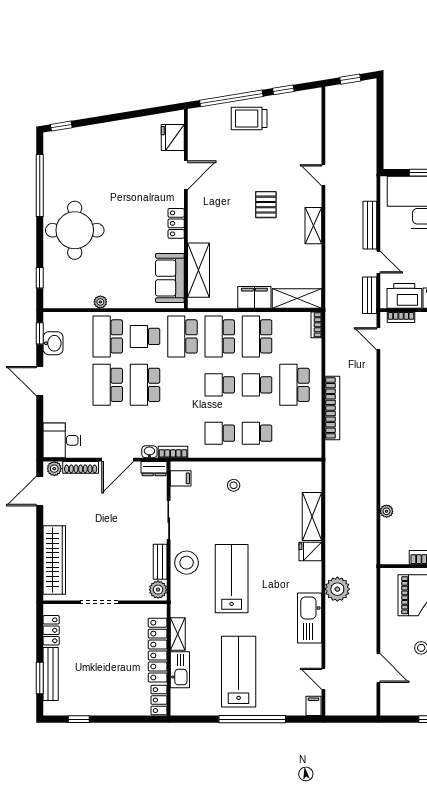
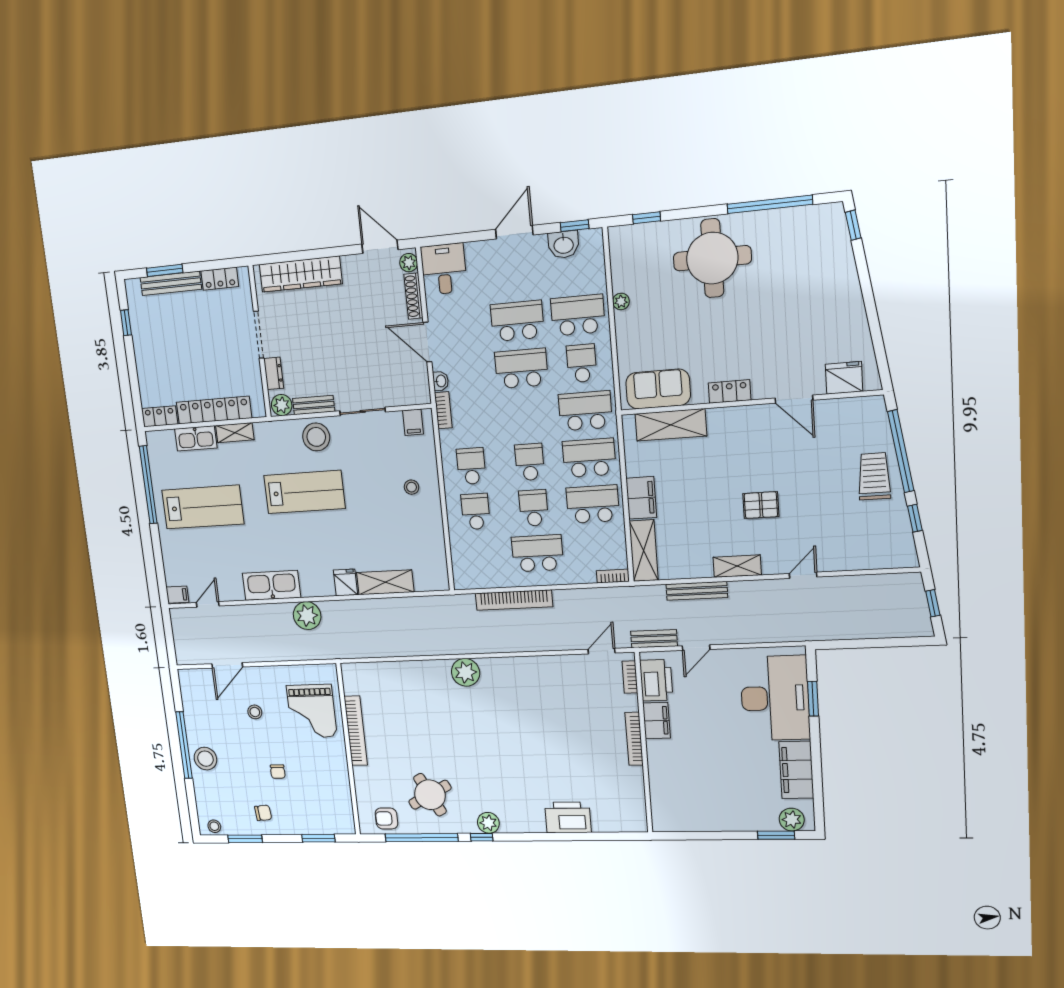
bench: (370, 225) -> (697, 591), moved
dresser: (154, 469) -> (274, 373), moved, turned 180
plant: (387, 511) -> (466, 672), moved, width x1.88, depth x1.88
window: (252, 719) -> (148, 485), moved

